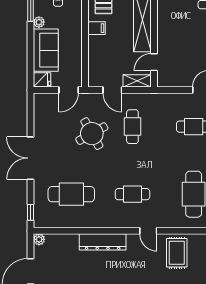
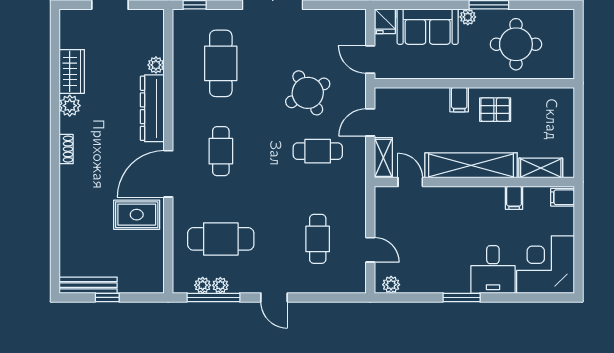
door: (148, 231) -> (168, 174), width x1.87
plant: (39, 239) -> (156, 65), moved

